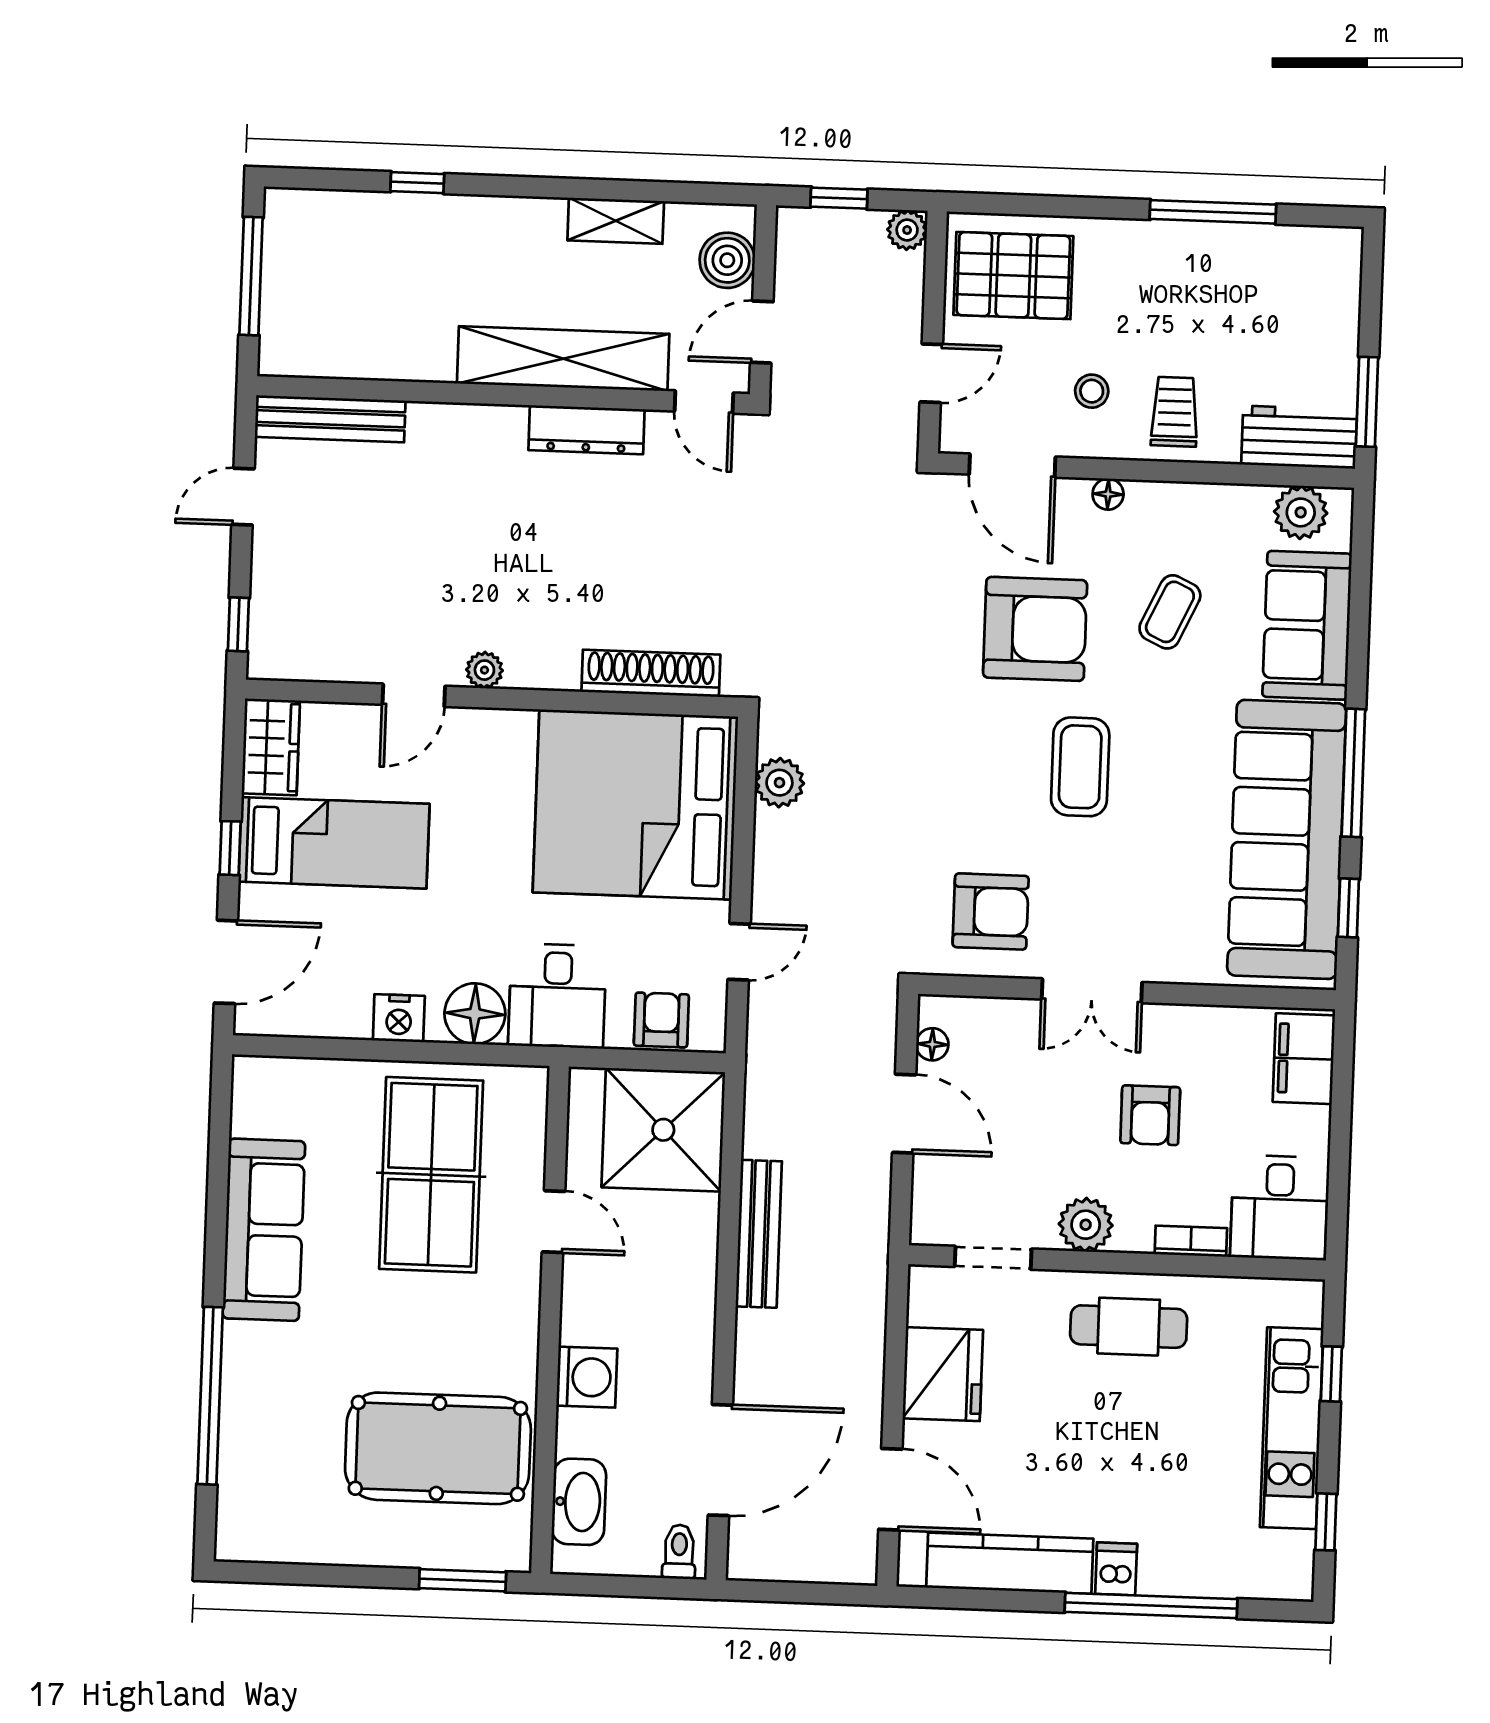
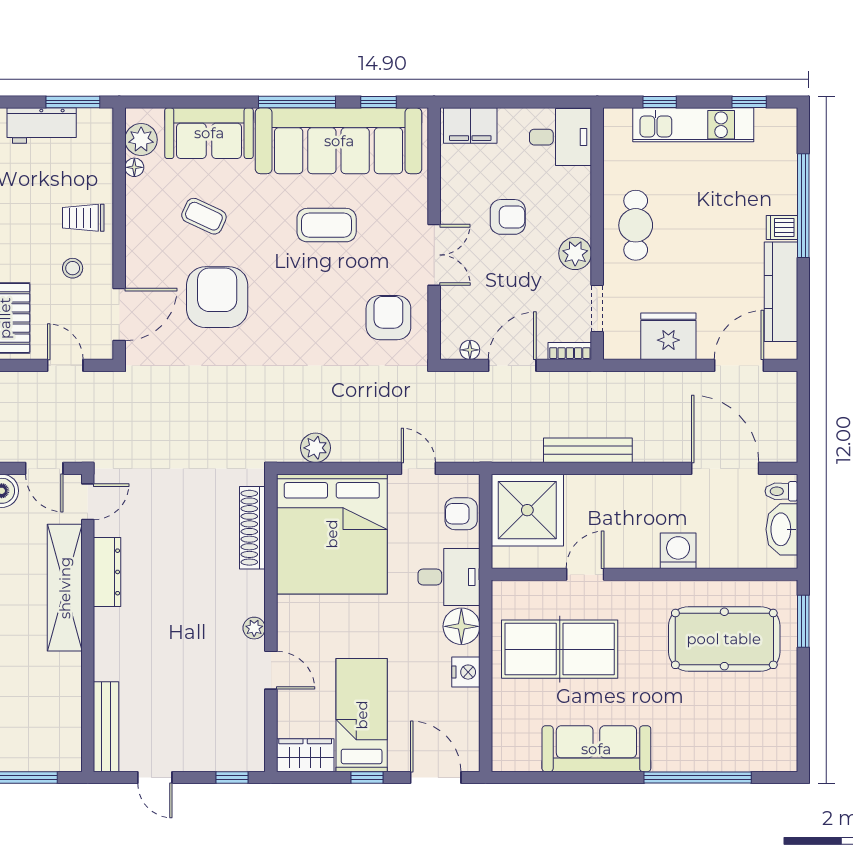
workbench: (1299, 437) -> (42, 126), moved, turned -90
floor lamp: (1108, 494) -> (134, 167), moved
coffee table: (1080, 767) -> (327, 225), moved
bookcase: (1191, 1241) -> (570, 351), moved, turned 90
pool table: (438, 1448) -> (724, 639), turned 90
washbasin: (579, 1502) -> (782, 529), moved, turned -90

